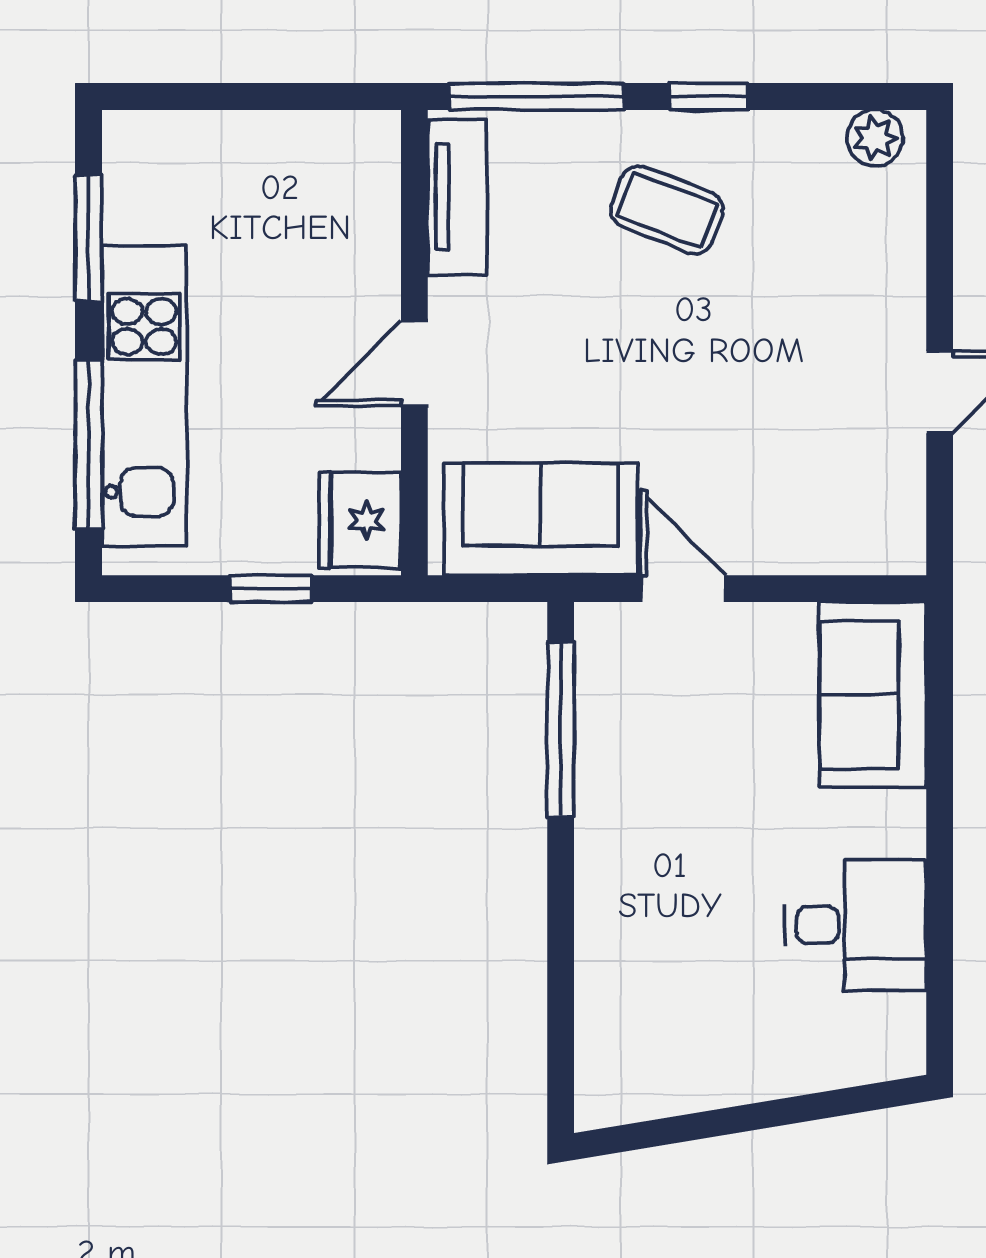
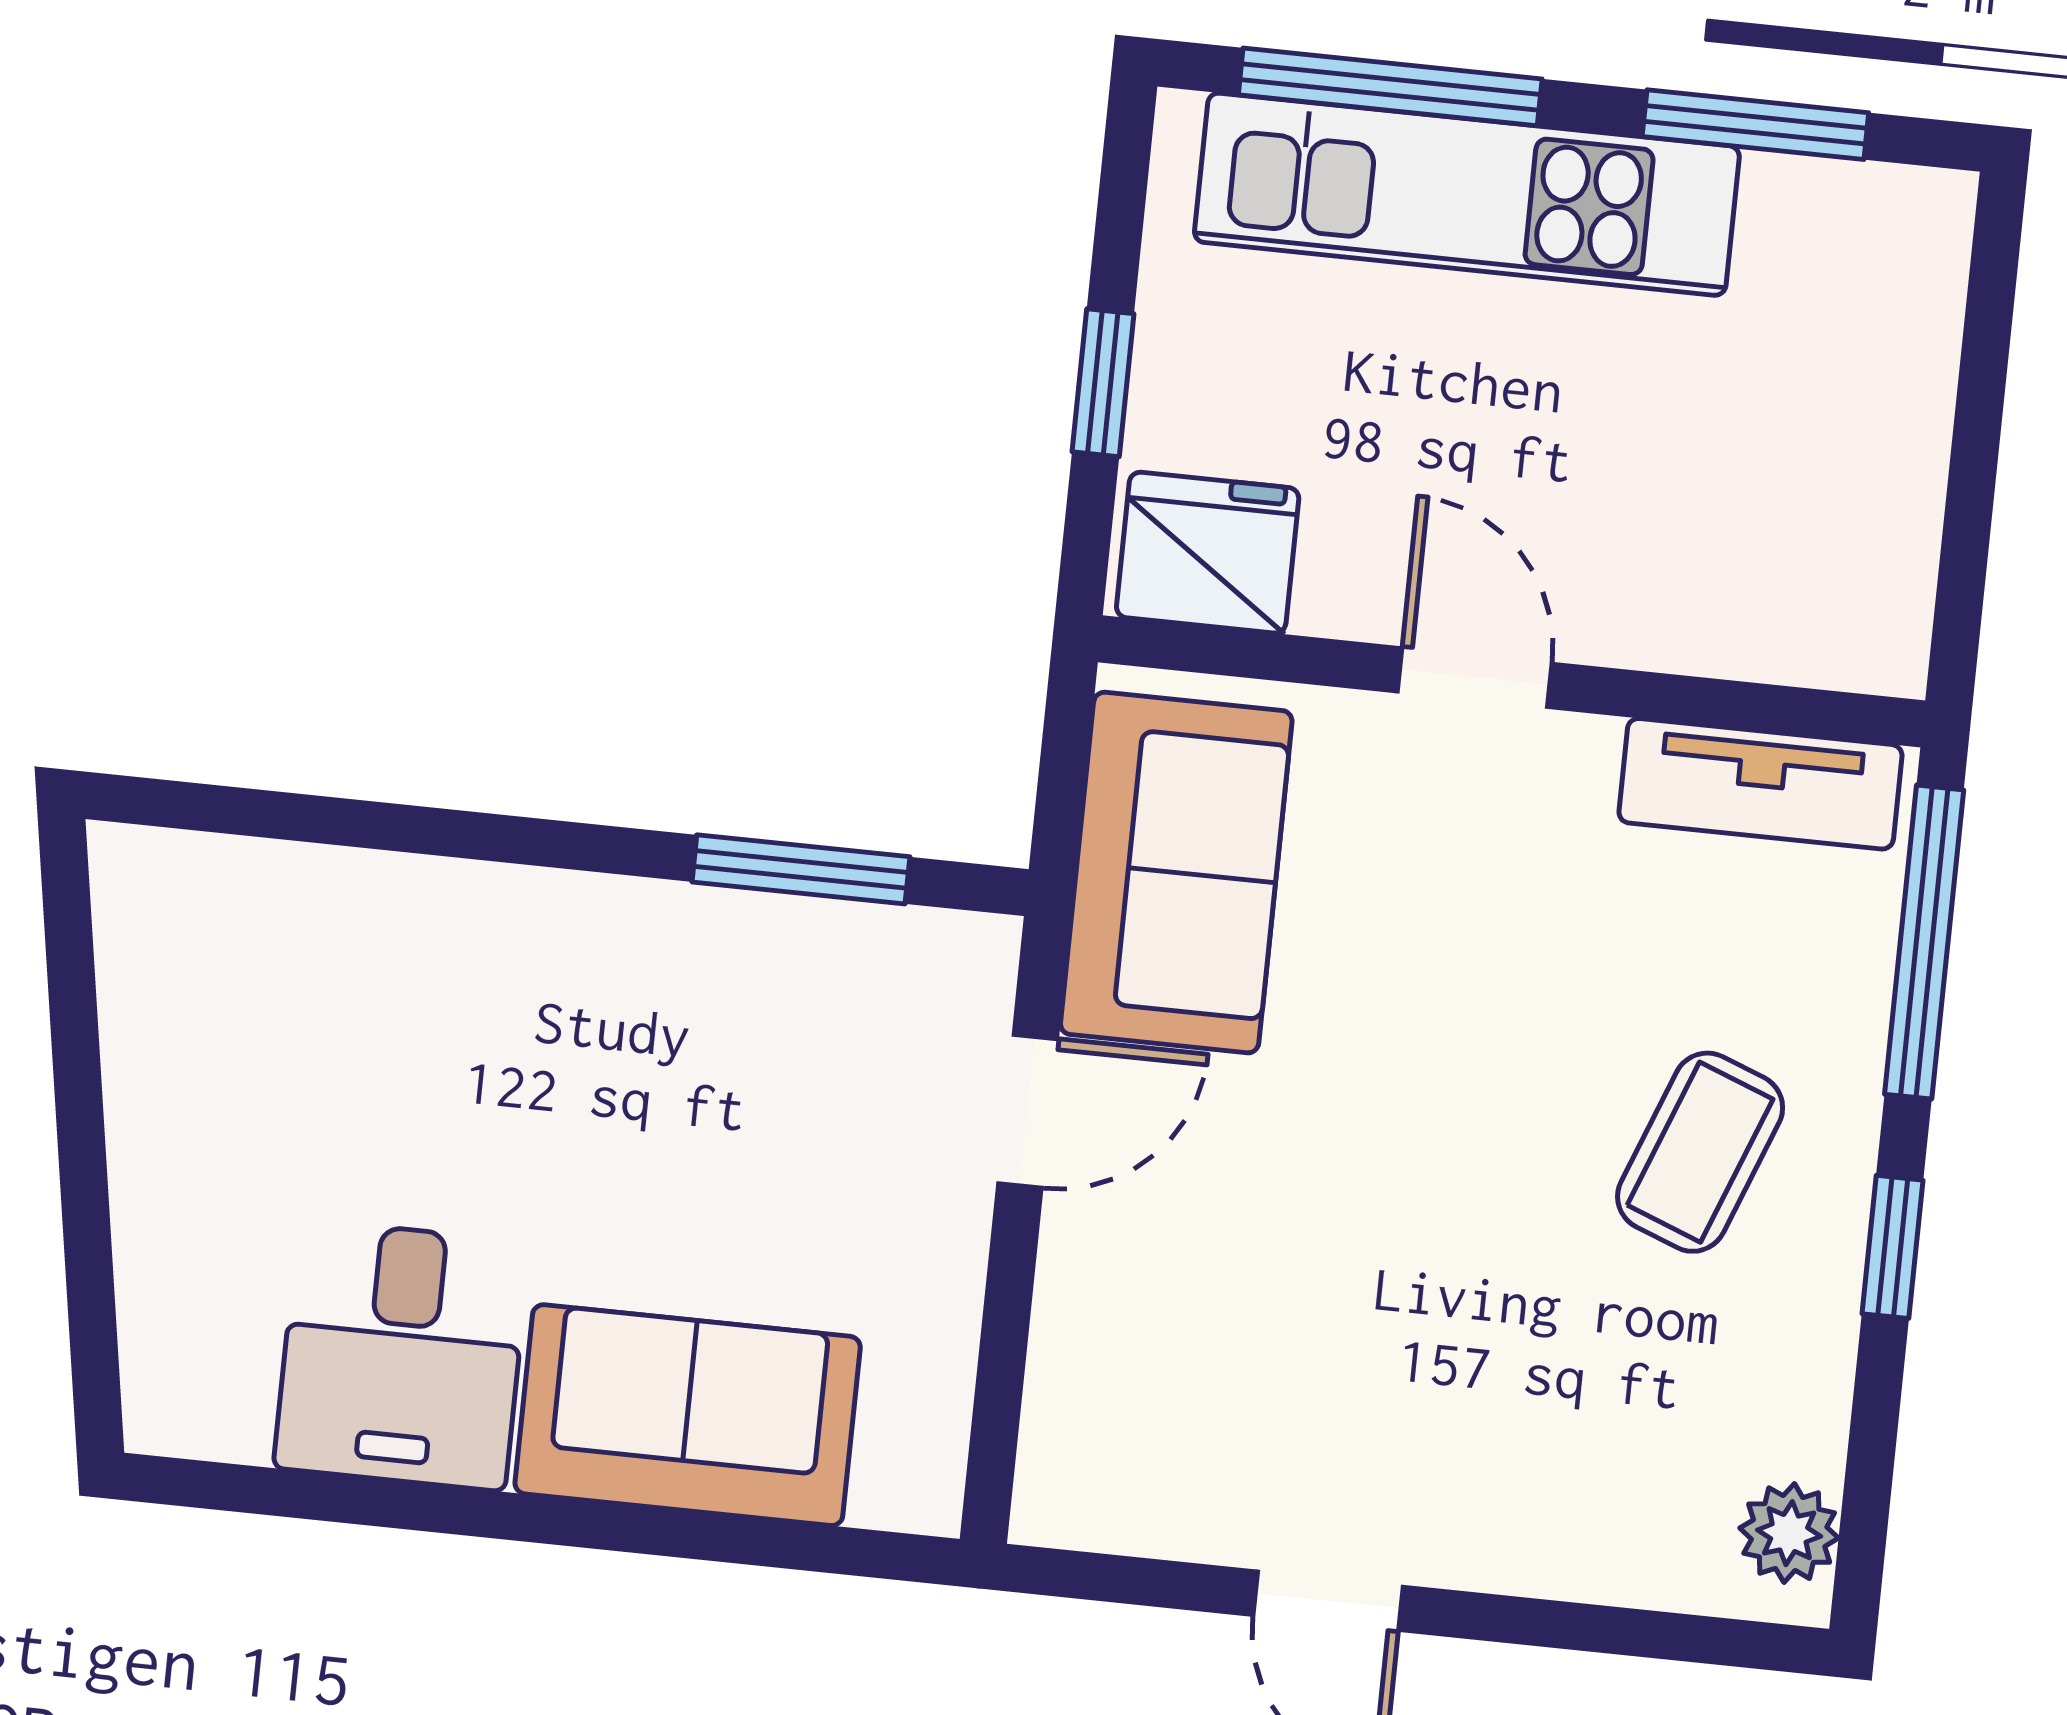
sofa: (873, 695) -> (688, 1415), moved
window: (561, 729) -> (801, 869), width x0.69

